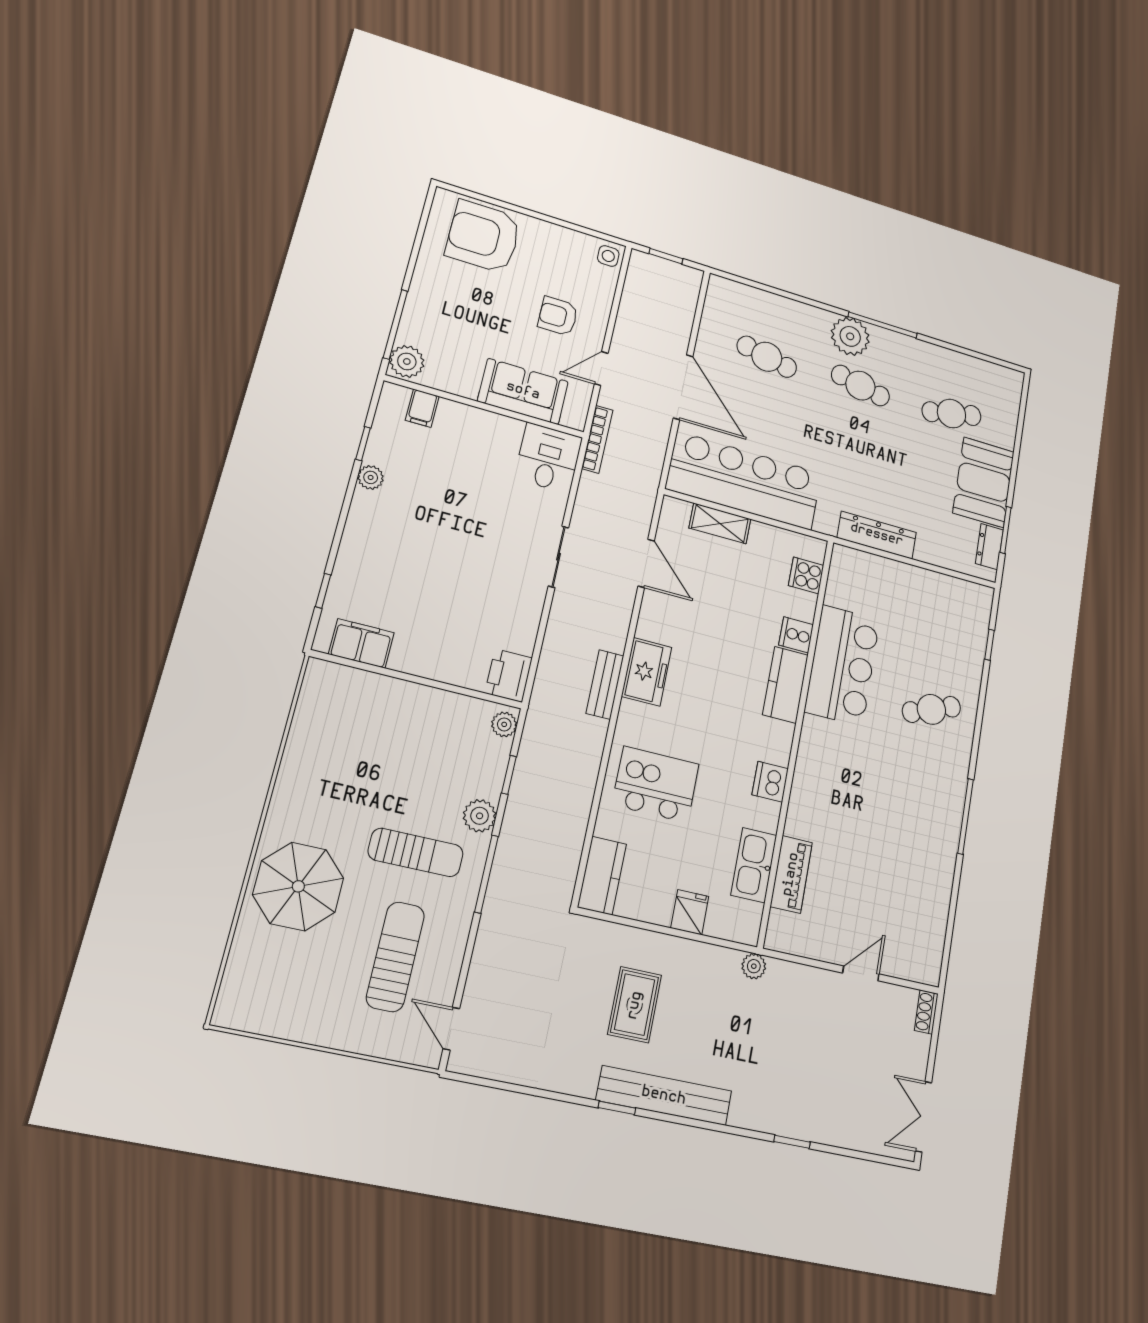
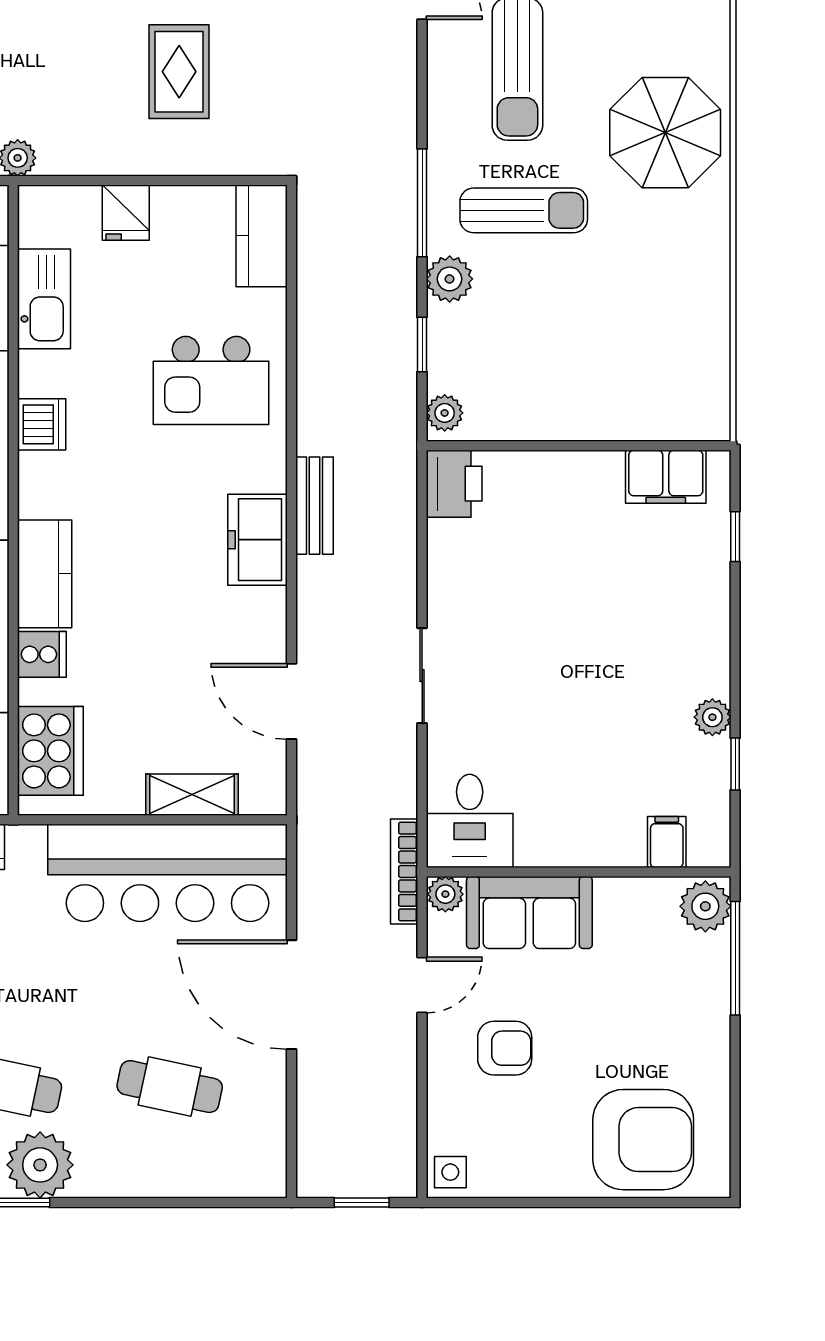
plant: (574, 418) -> (445, 894), added
cooker: (806, 575) -> (50, 751), width x1.87, depth x1.31
sun lounger: (416, 852) -> (524, 210), turned 180

